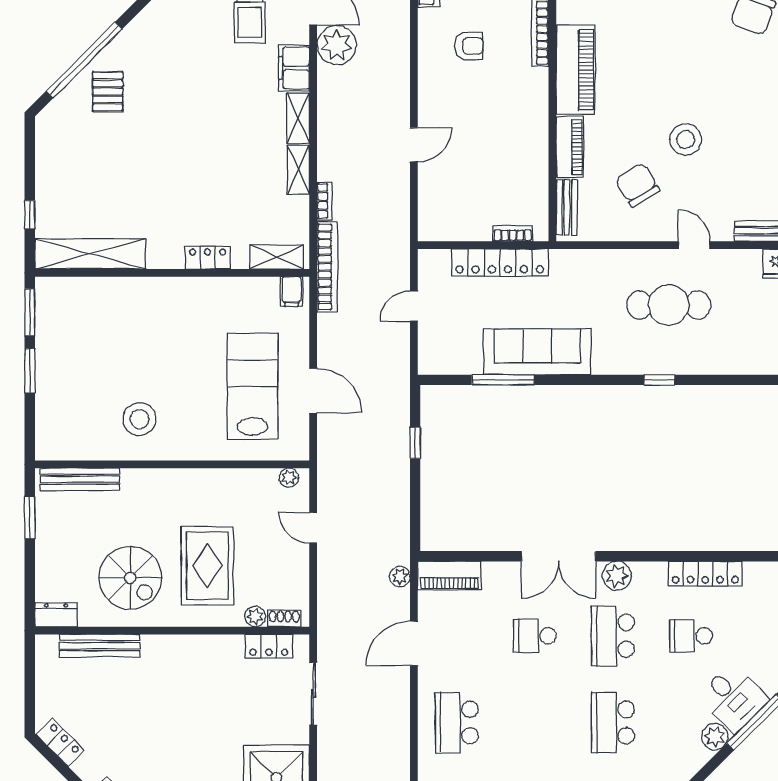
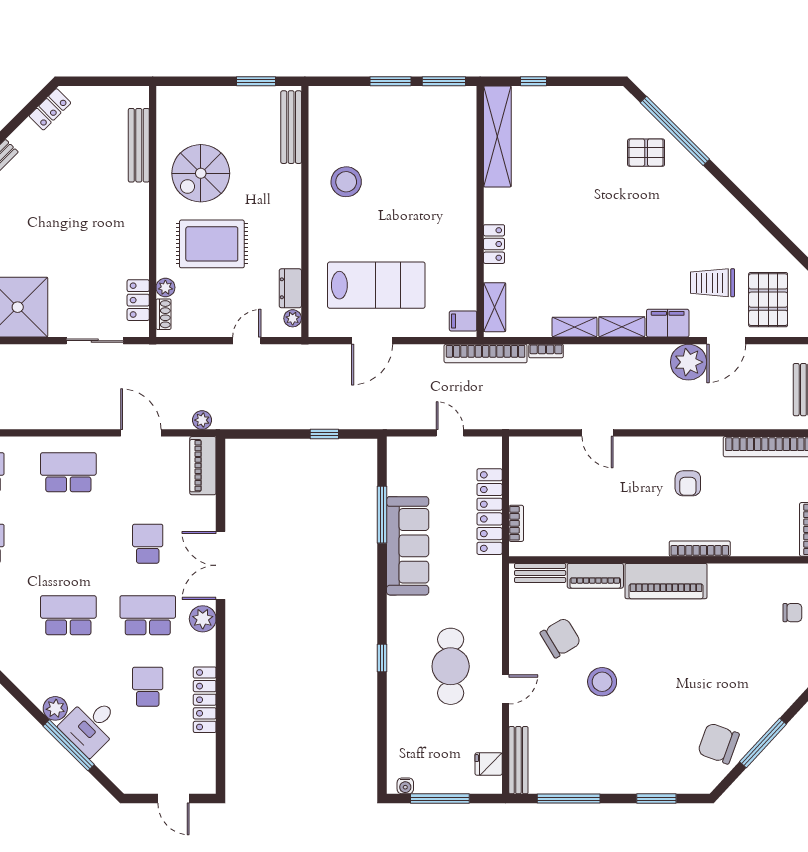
dresser: (56, 615) -> (290, 288), moved, turned 180

